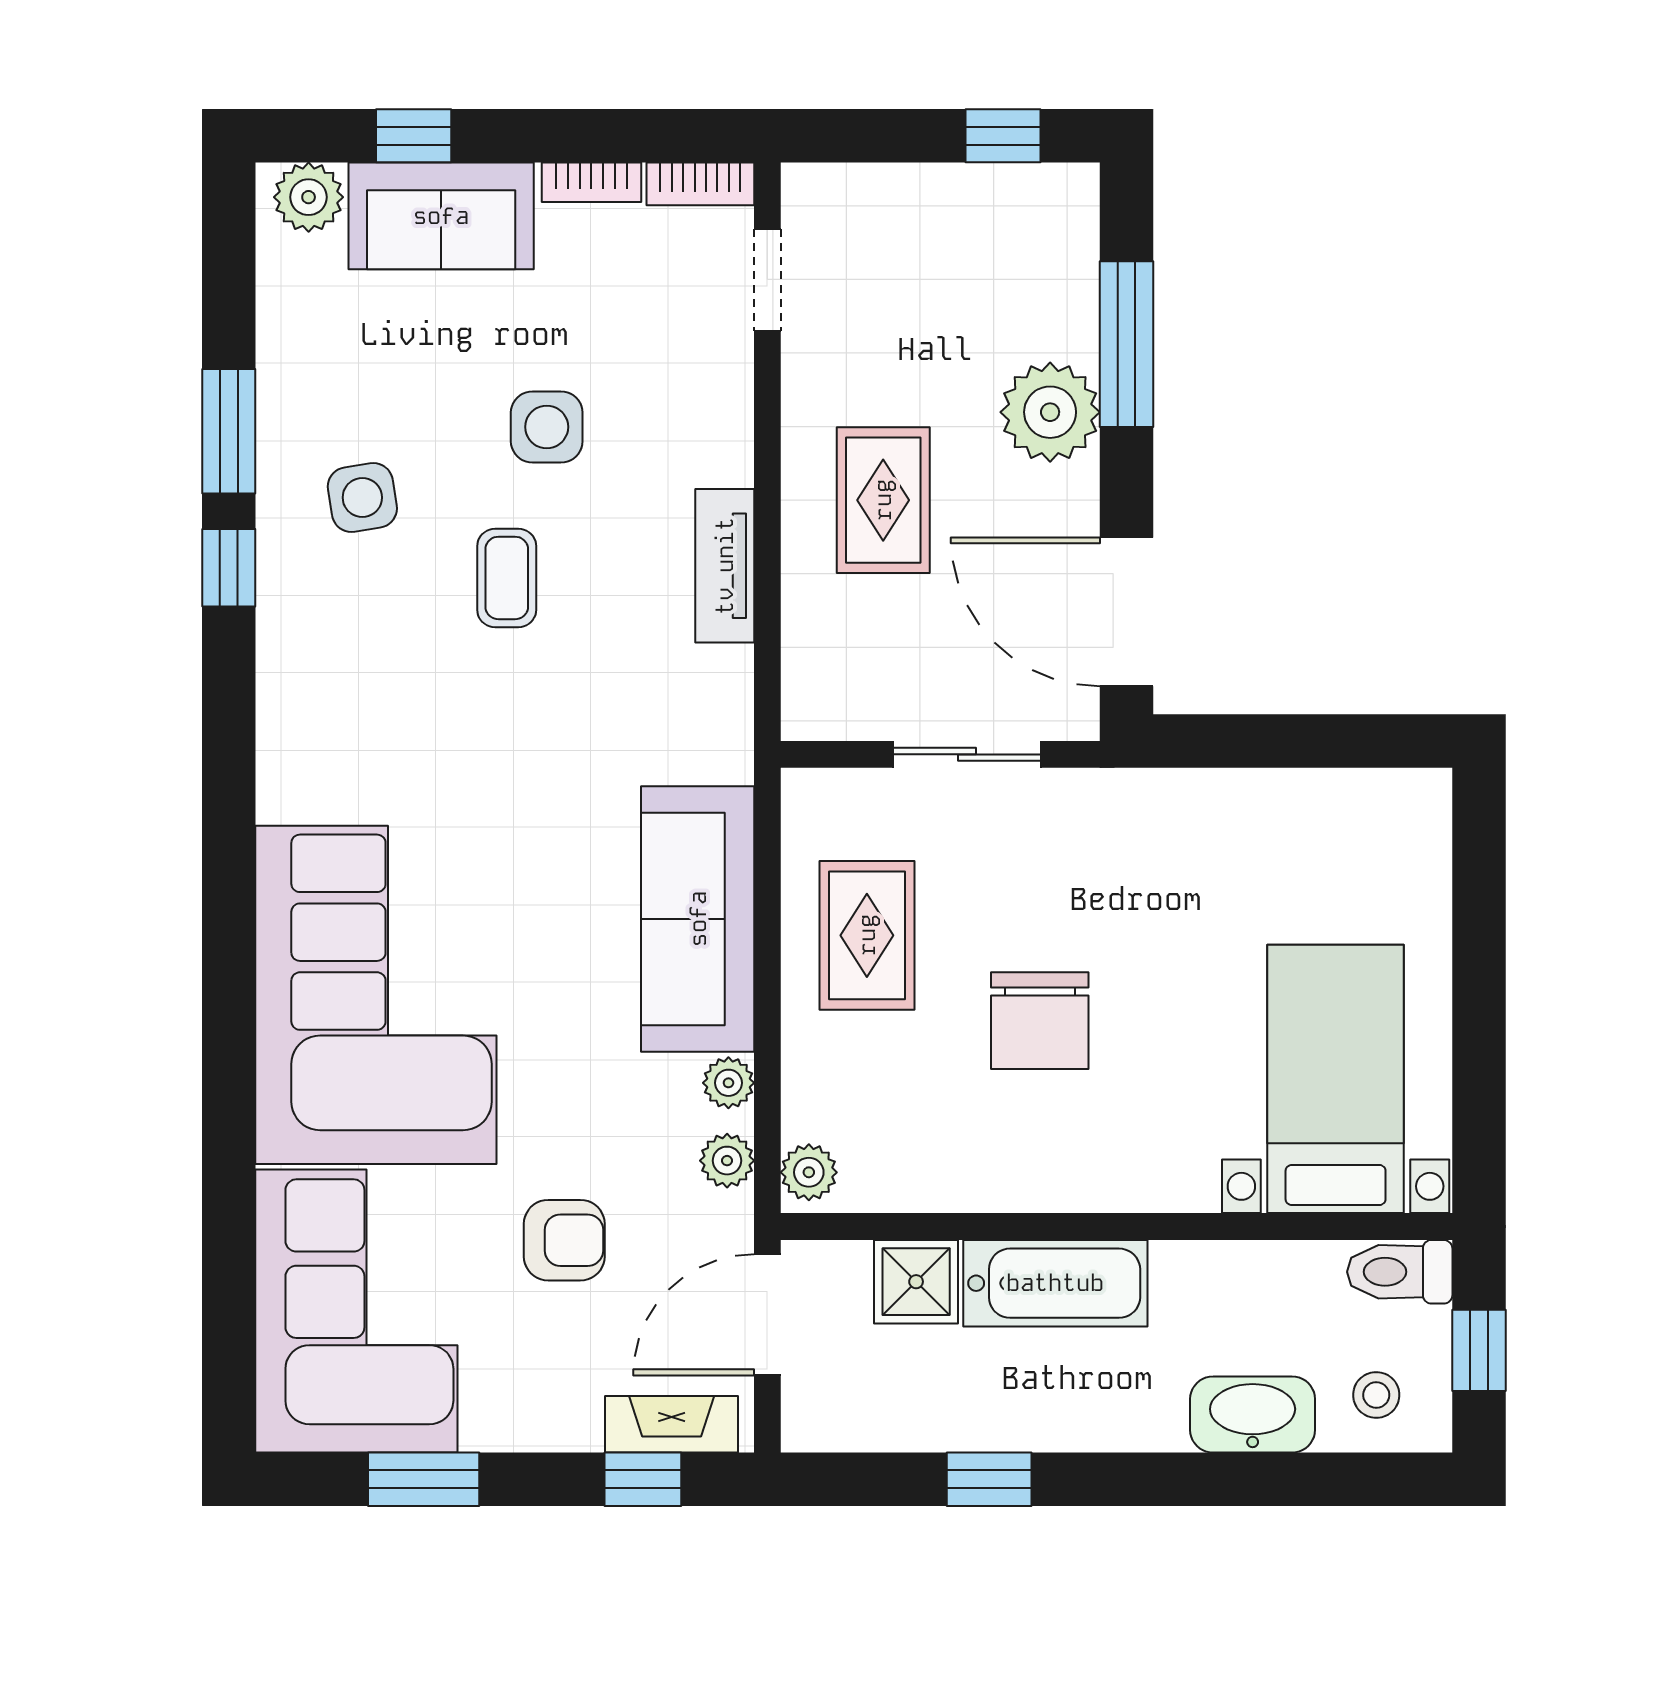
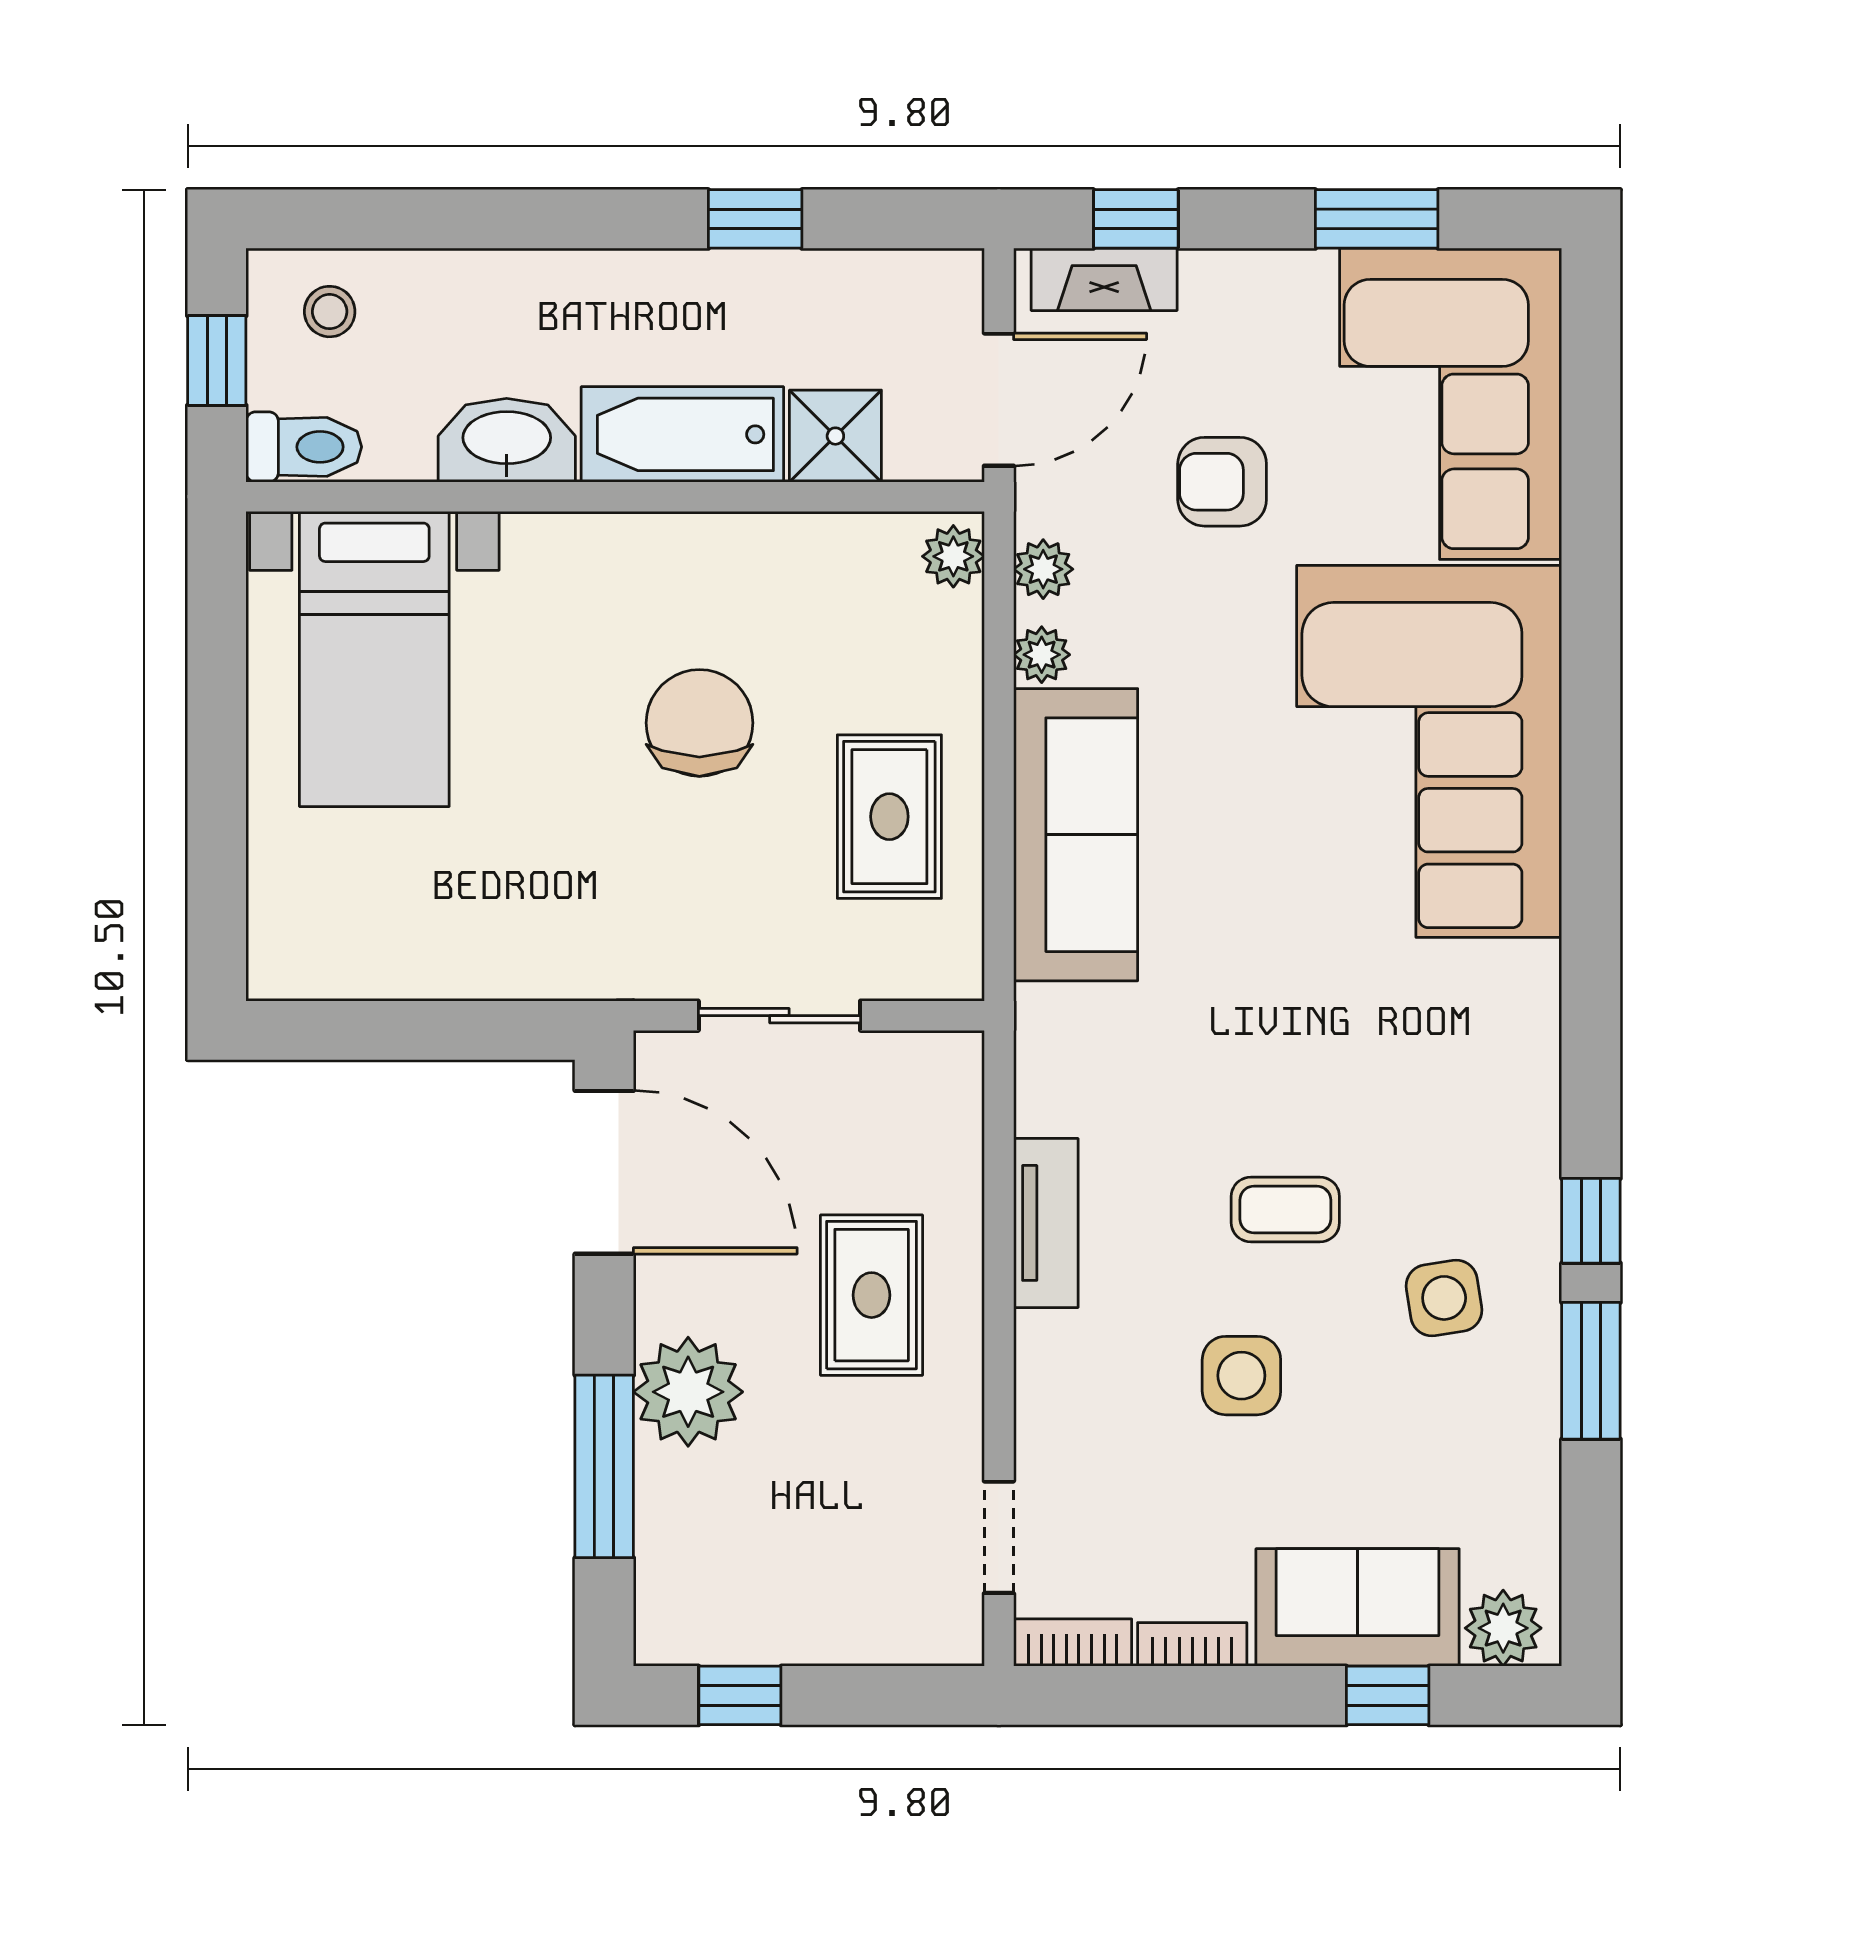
coffee table: (507, 578) -> (1285, 1210), turned 90
washbasin: (1253, 1414) -> (507, 440), moved, turned 180

